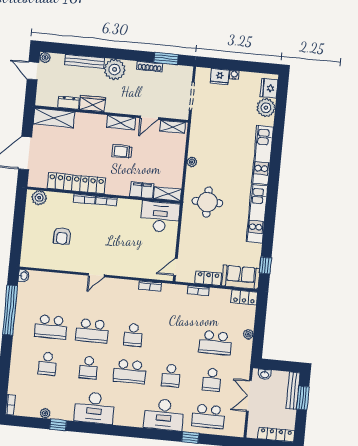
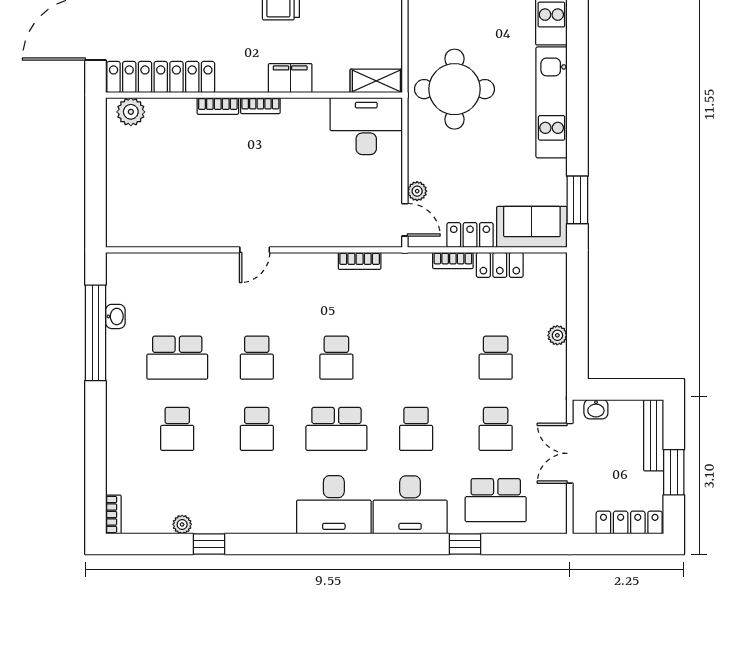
plant: (192, 162) -> (417, 191), moved
locker: (76, 183) -> (161, 77), moved
filing cabinet: (142, 190) -> (290, 78), moved
round table: (207, 202) -> (454, 89), width x1.36, depth x1.36
armchair: (62, 236) -> (182, 181), removed
window: (265, 265) -> (577, 200), width x1.50
door: (175, 267) -> (405, 220), swing flipped
washbasin: (24, 276) -> (115, 316), moved
locker: (244, 297) -> (500, 265), moved
school desk: (92, 331) -> (257, 358), width x0.54
school desk: (215, 343) -> (496, 358), width x0.54
window: (303, 398) -> (674, 472), moved
desk: (94, 408) -> (334, 505), moved

